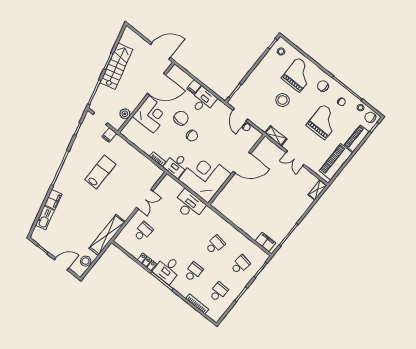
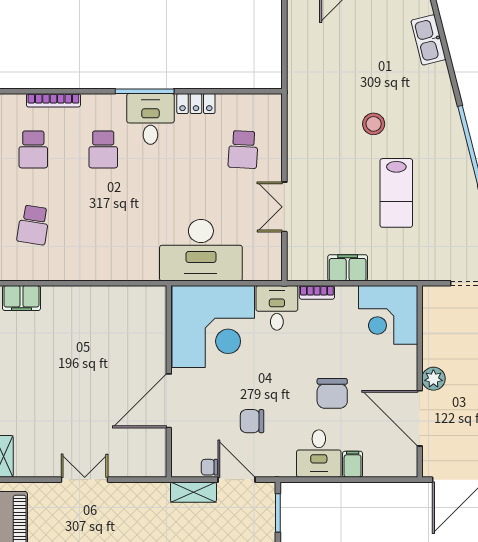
door: (157, 84) -> (420, 418), hinge flipped
plant: (125, 114) -> (433, 379), moved
corner desk: (151, 115) -> (388, 315), moved
filing cabinet: (109, 135) -> (348, 268), moved, width x2.00
chair: (192, 136) -> (252, 421), moved
shelving: (276, 136) -> (193, 492), moved
filing cabinet: (53, 200) -> (439, 83), removed
desk: (189, 205) -> (201, 250), width x1.36, depth x1.30
shelving: (107, 235) -> (300, 95), removed
school desk: (215, 245) -> (103, 225), removed
stool: (86, 261) -> (374, 124), moved

